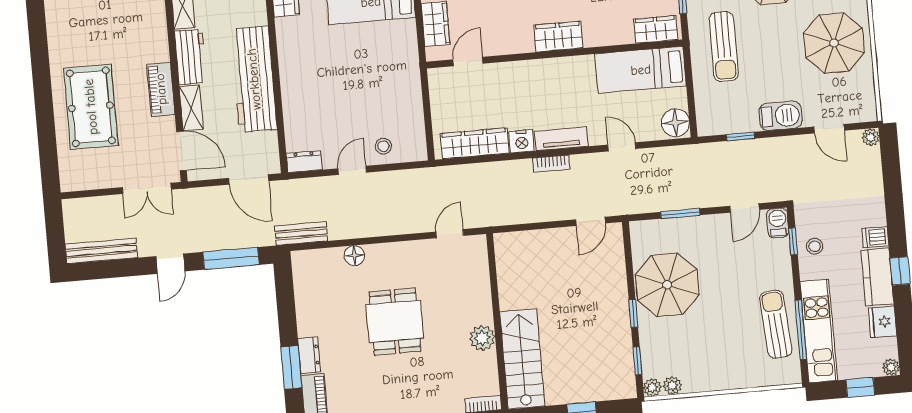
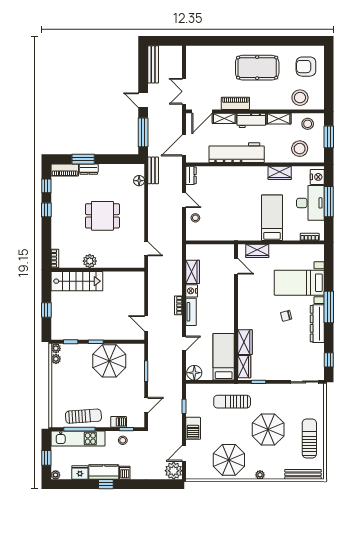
wardrobe: (558, 37) -> (245, 342), moved
pool table: (91, 107) -> (257, 68), moved
plant: (871, 137) -> (174, 471), width x1.87, depth x1.87
wardrobe: (475, 143) -> (193, 272), width x0.67
door: (745, 208) -> (146, 405), swing flipped
barbecue: (778, 223) -> (119, 422), moved
floor lamp: (354, 256) -> (139, 181), moved

